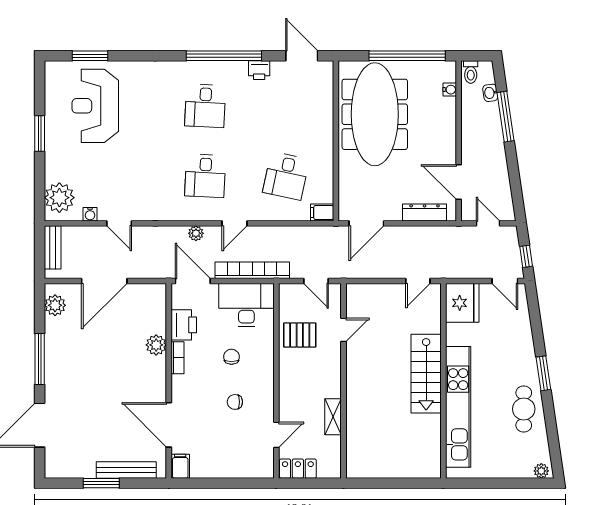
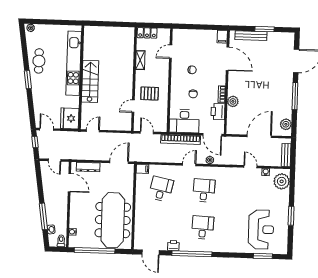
pallet: (300, 335) -> (150, 94), moved
locker: (298, 469) -> (147, 33), moved

